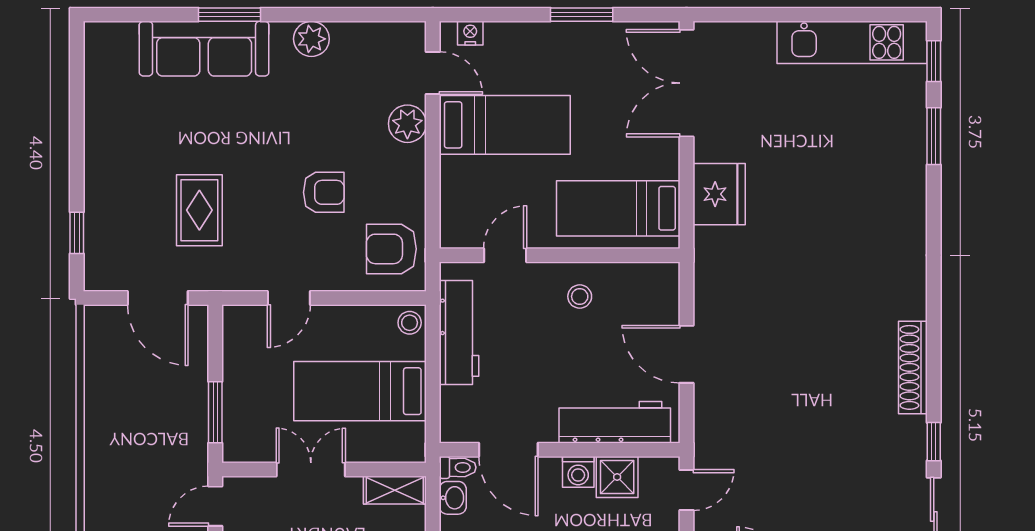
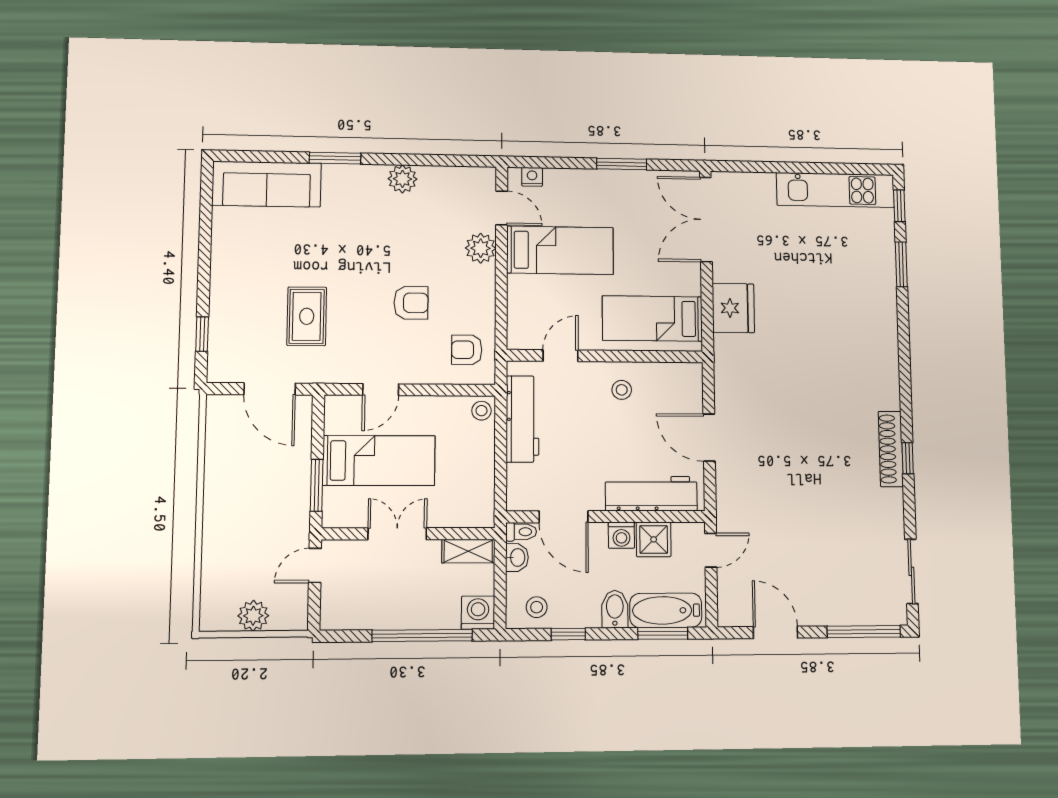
sofa: (204, 49) -> (267, 184), moved
armchair: (391, 249) -> (467, 350), width x0.72, depth x0.72
bed: (360, 391) -> (379, 461), moved, turned 180
window: (934, 442) -> (908, 458), moved

